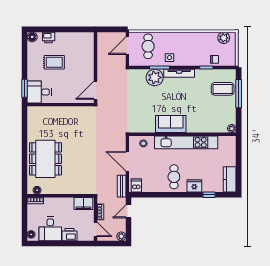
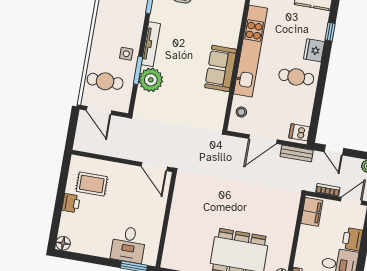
printer: (49, 37) -> (71, 203), moved
rug: (54, 62) -> (92, 184), moved, turned 90
desk: (39, 92) -> (129, 244), moved

